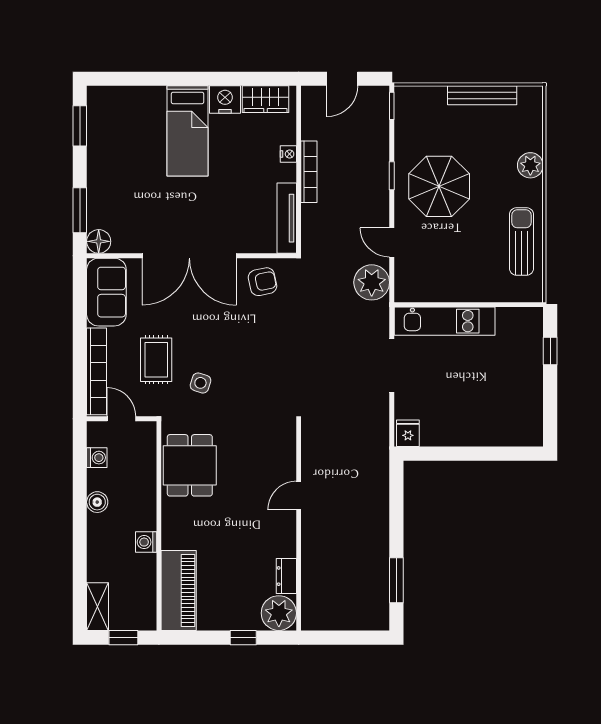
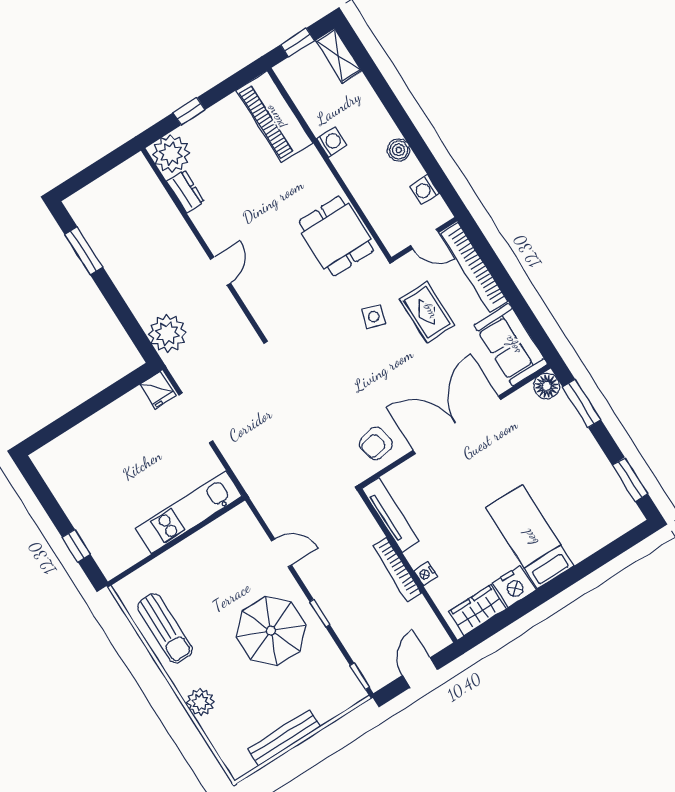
plant: (372, 282) -> (167, 333), moved
doorway: (392, 365) -> (196, 418), moved

